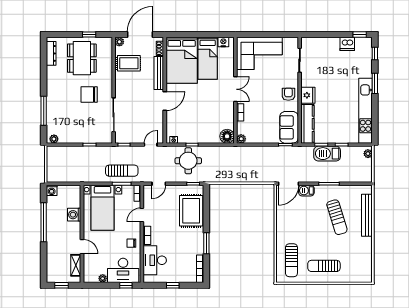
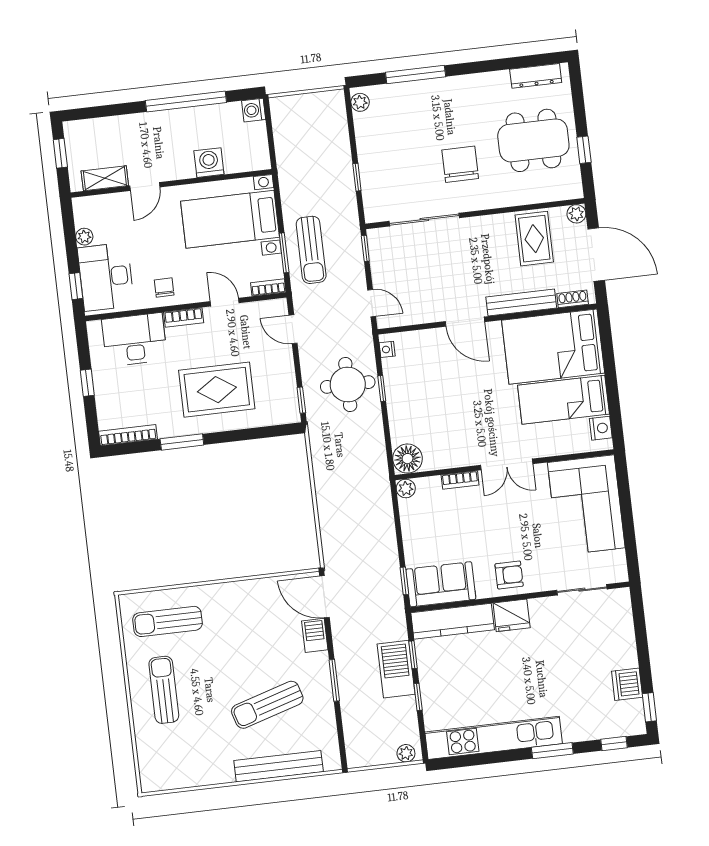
rug: (191, 211) -> (217, 390), moved

